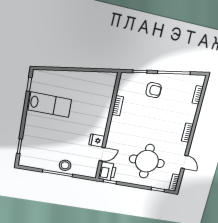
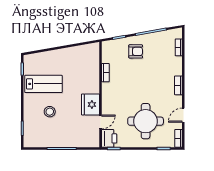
fridge: (97, 140) -> (90, 104), width x1.88, depth x1.34
door: (184, 162) -> (183, 115), swing flipped
stool: (65, 165) -> (50, 112), moved

